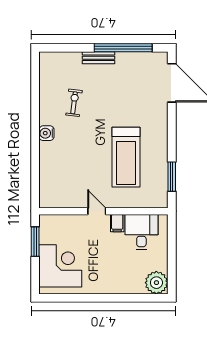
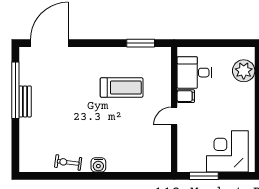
bench: (99, 58) -> (25, 101), moved
exercise bike: (74, 103) -> (68, 162), moved
treadmill: (126, 157) -> (122, 88), width x0.73, depth x0.73
plant: (156, 283) -> (244, 71), moved

